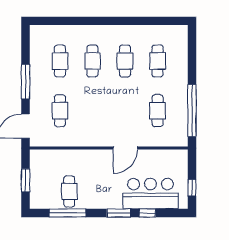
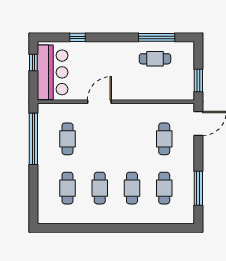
window: (26, 82) -> (198, 188), moved
window: (26, 180) -> (198, 81), moved
cafe table: (69, 191) -> (155, 59), turned 90
bar counter: (151, 194) -> (53, 72), moved, turned -90
window: (119, 213) -> (106, 37), removed

